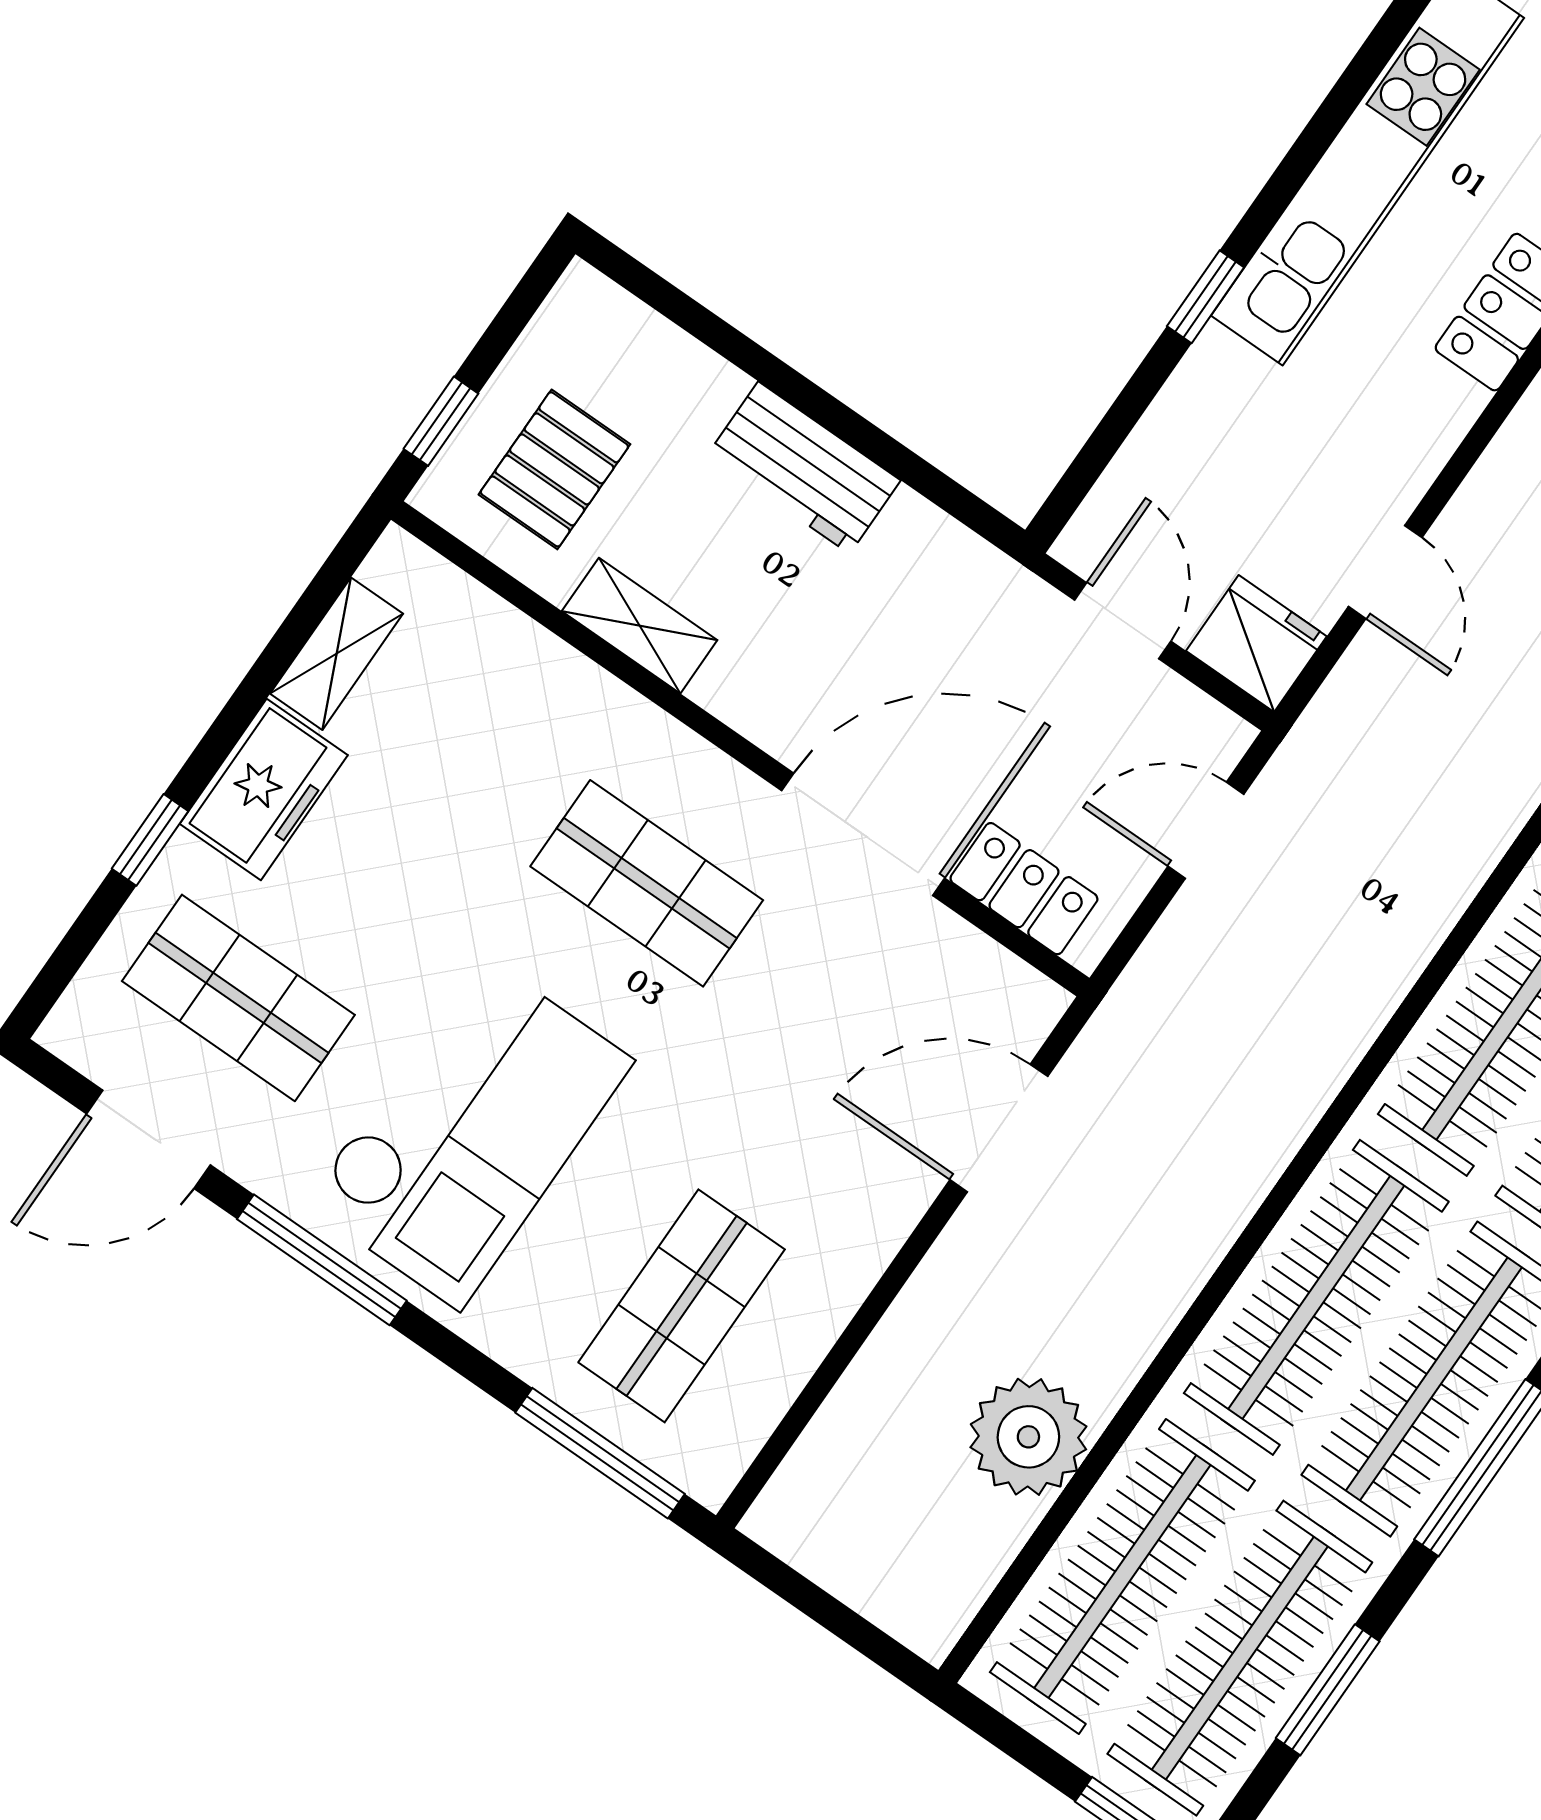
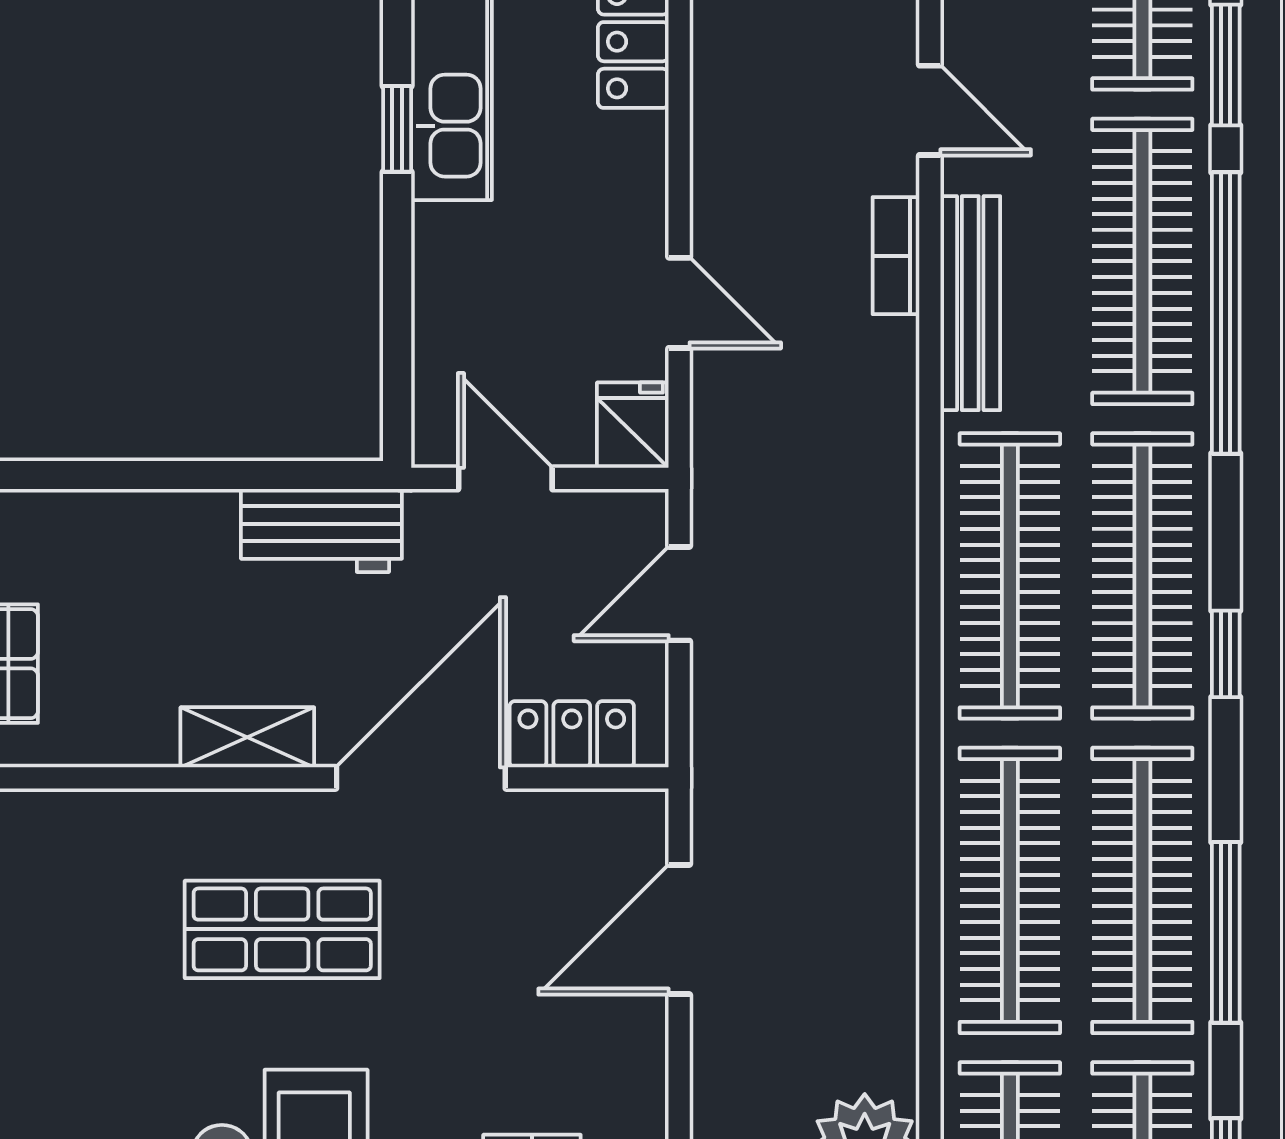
window: (1206, 297) -> (397, 129), moved
workbench: (804, 468) -> (321, 530), moved
shelving: (640, 626) -> (247, 737), moved
fridge: (1256, 644) -> (633, 425), width x0.72

